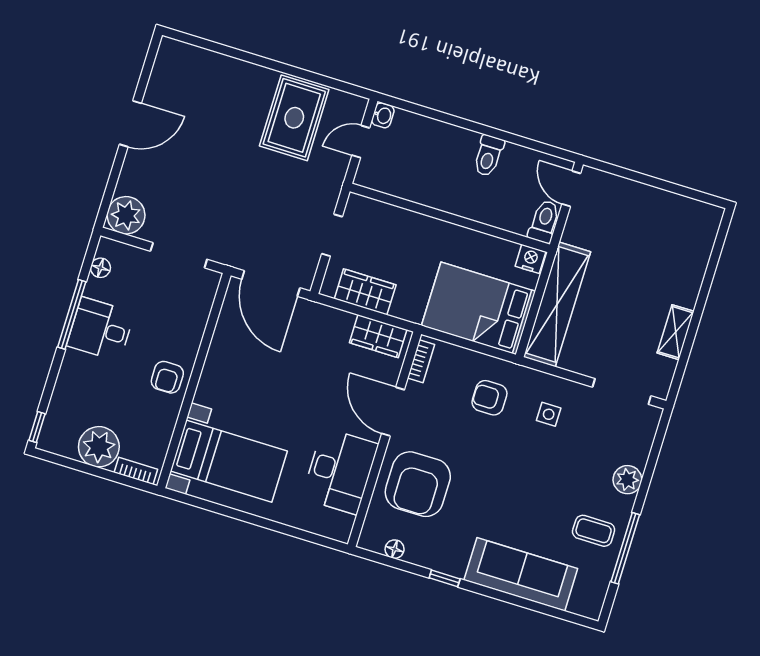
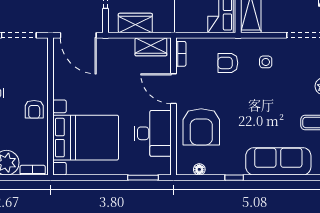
bed with nightstands: (229, 461) -> (86, 138), width x1.36
window: (303, 535) -> (143, 178), added

